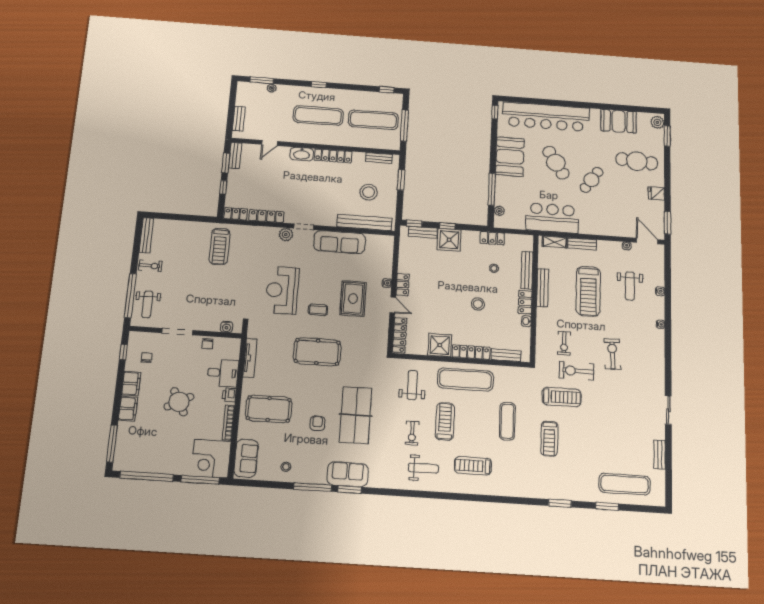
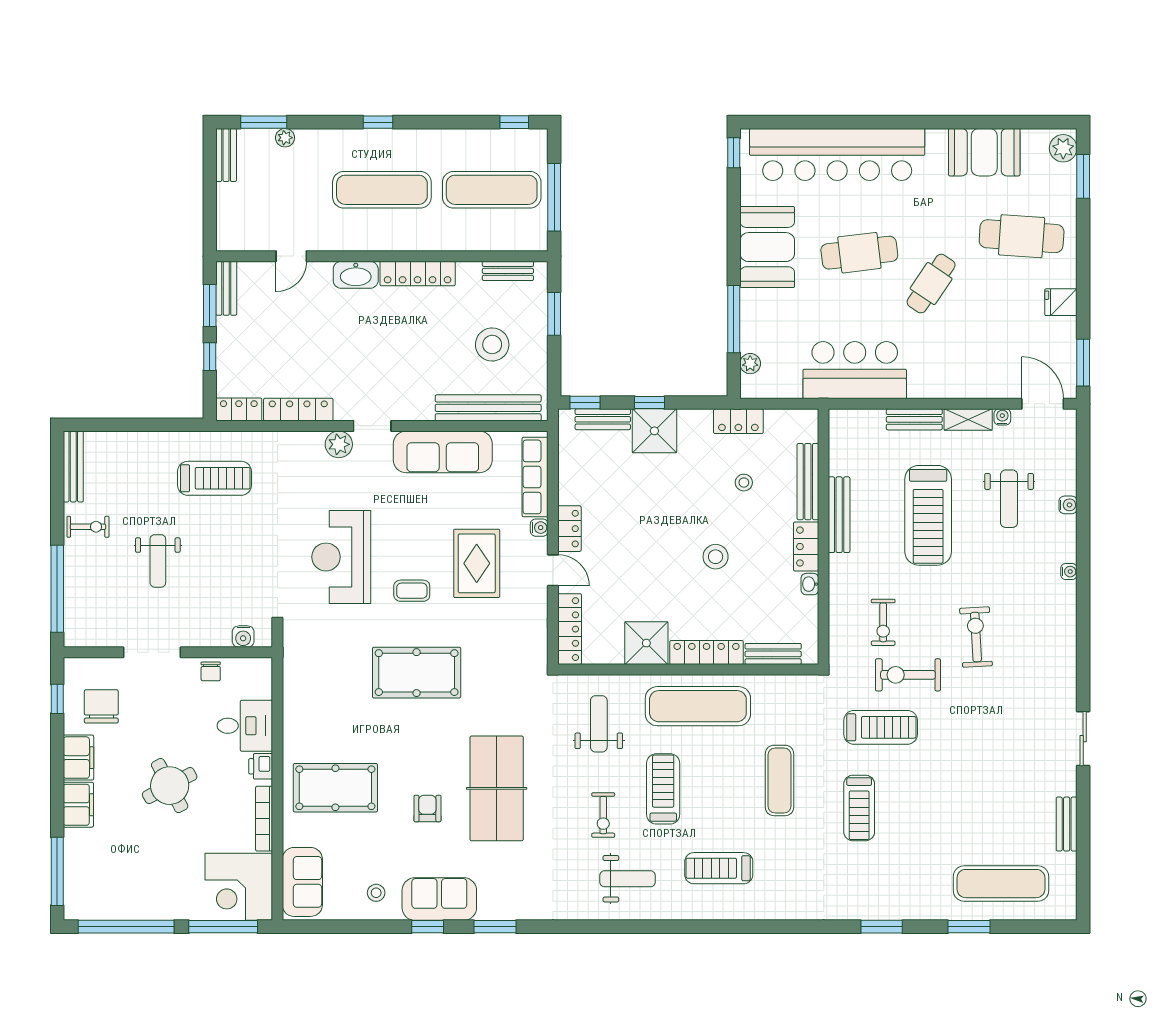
bench: (239, 119) -> (226, 155), moved
cafe table: (556, 163) -> (859, 253), turned -65
shelving: (555, 242) -> (968, 420), moved
treadmill: (220, 246) -> (214, 478), turned -90
row of seats: (386, 258) -> (535, 477), added
weight bench: (147, 304) -> (158, 561), moved
chair: (147, 358) -> (101, 706), width x1.87, depth x1.87
tv unit: (250, 358) -> (292, 693), removed
sofa: (348, 474) -> (439, 899), moved
window: (313, 487) -> (428, 927), width x0.46

